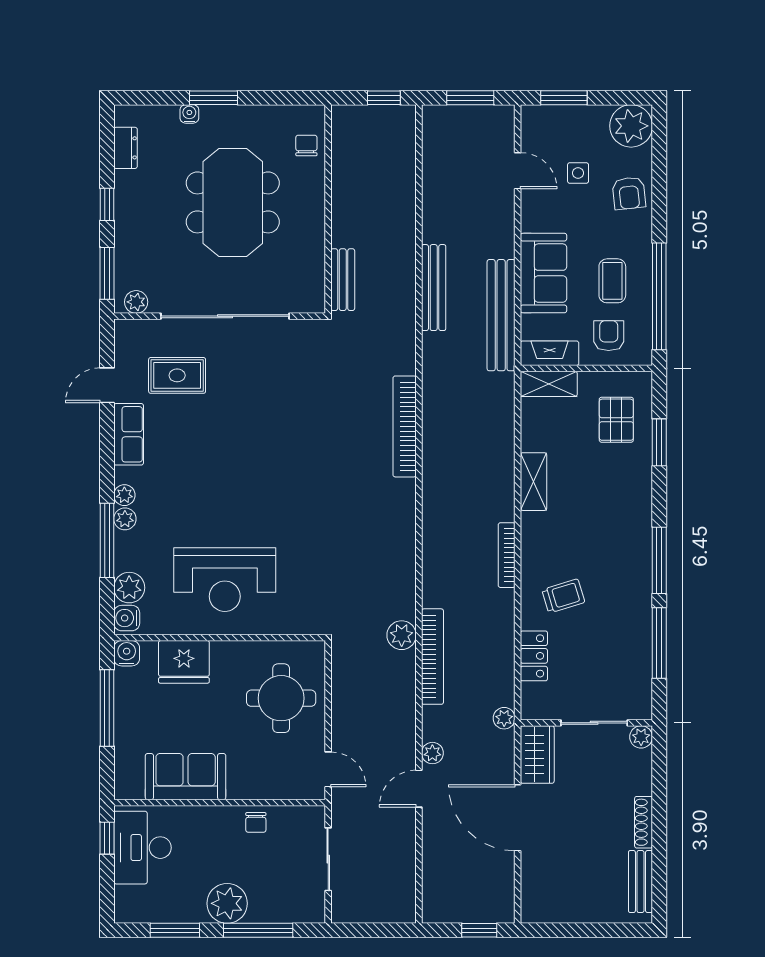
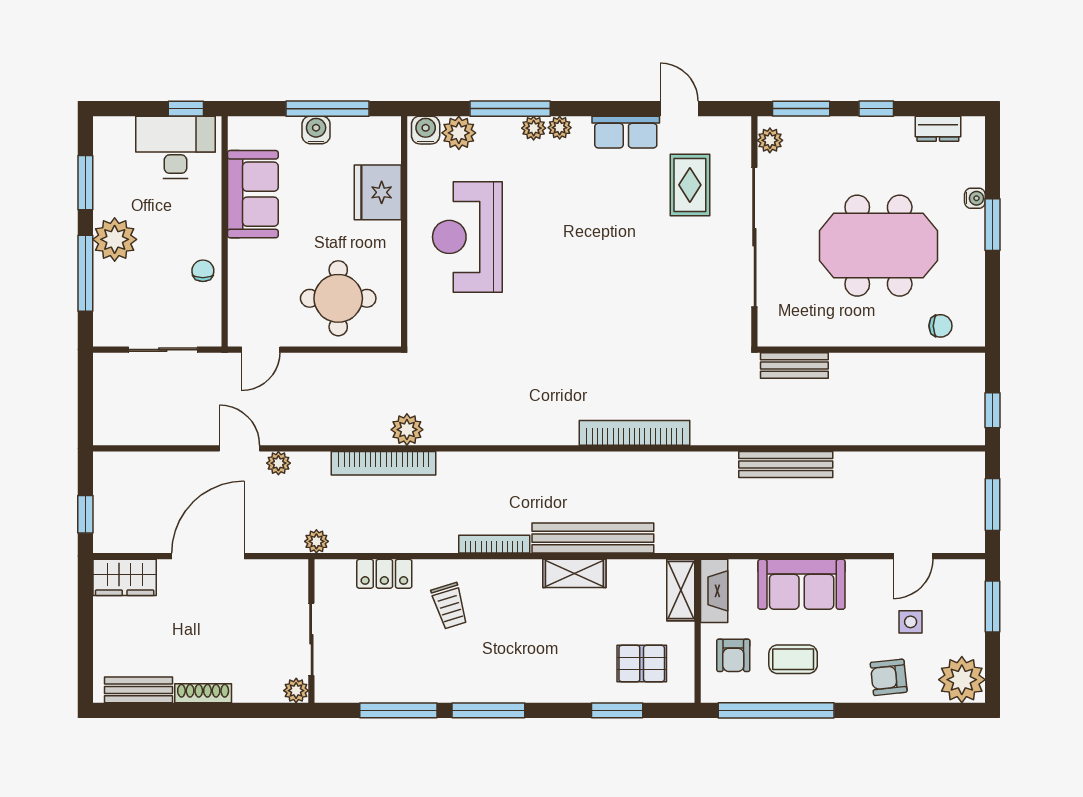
bench: (501, 315) -> (593, 538), moved
armchair: (609, 336) -> (733, 655), turned 90
water cooler: (127, 653) -> (316, 130), moved, turned -90
wardrobe: (537, 755) -> (125, 577), moved
chair: (256, 822) -> (203, 271), turned 90

